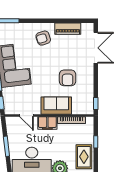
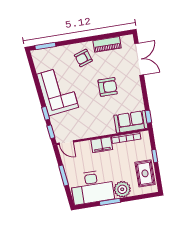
armchair: (68, 78) -> (108, 87), moved, turned -90
sofa: (56, 106) -> (131, 122), moved
door: (26, 116) -> (66, 143), moved

